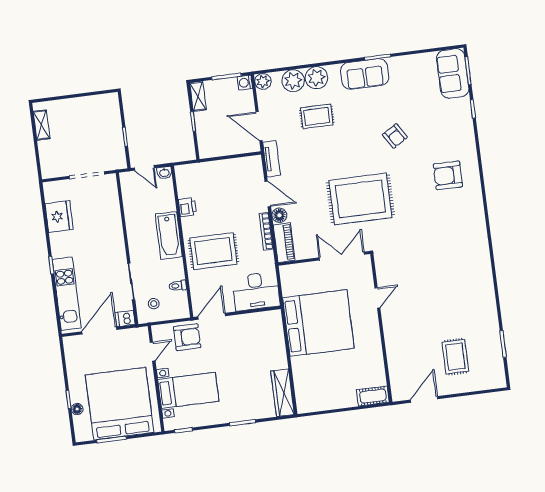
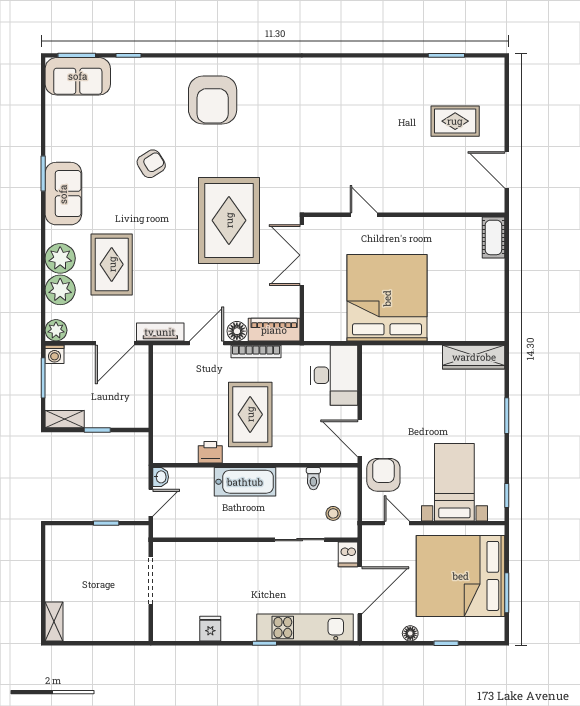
rug: (317, 116) -> (112, 264), width x1.36, depth x1.43
shelving: (42, 125) -> (54, 621), moved, turned 90
armchair: (448, 175) -> (213, 100), width x1.36, depth x1.36
fridge: (59, 217) -> (210, 629), width x0.53, depth x0.75
rug: (213, 251) -> (250, 414), moved
door: (99, 331) -> (360, 590), swing flipped
floor lamp: (77, 409) -> (410, 633), moved

